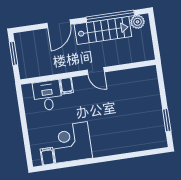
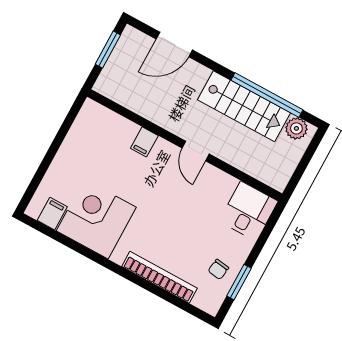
door: (59, 24) -> (174, 44), moved
desk: (48, 95) -> (248, 211), moved
chair: (152, 122) -> (218, 269), added
bookcase: (125, 148) -> (160, 277), added

